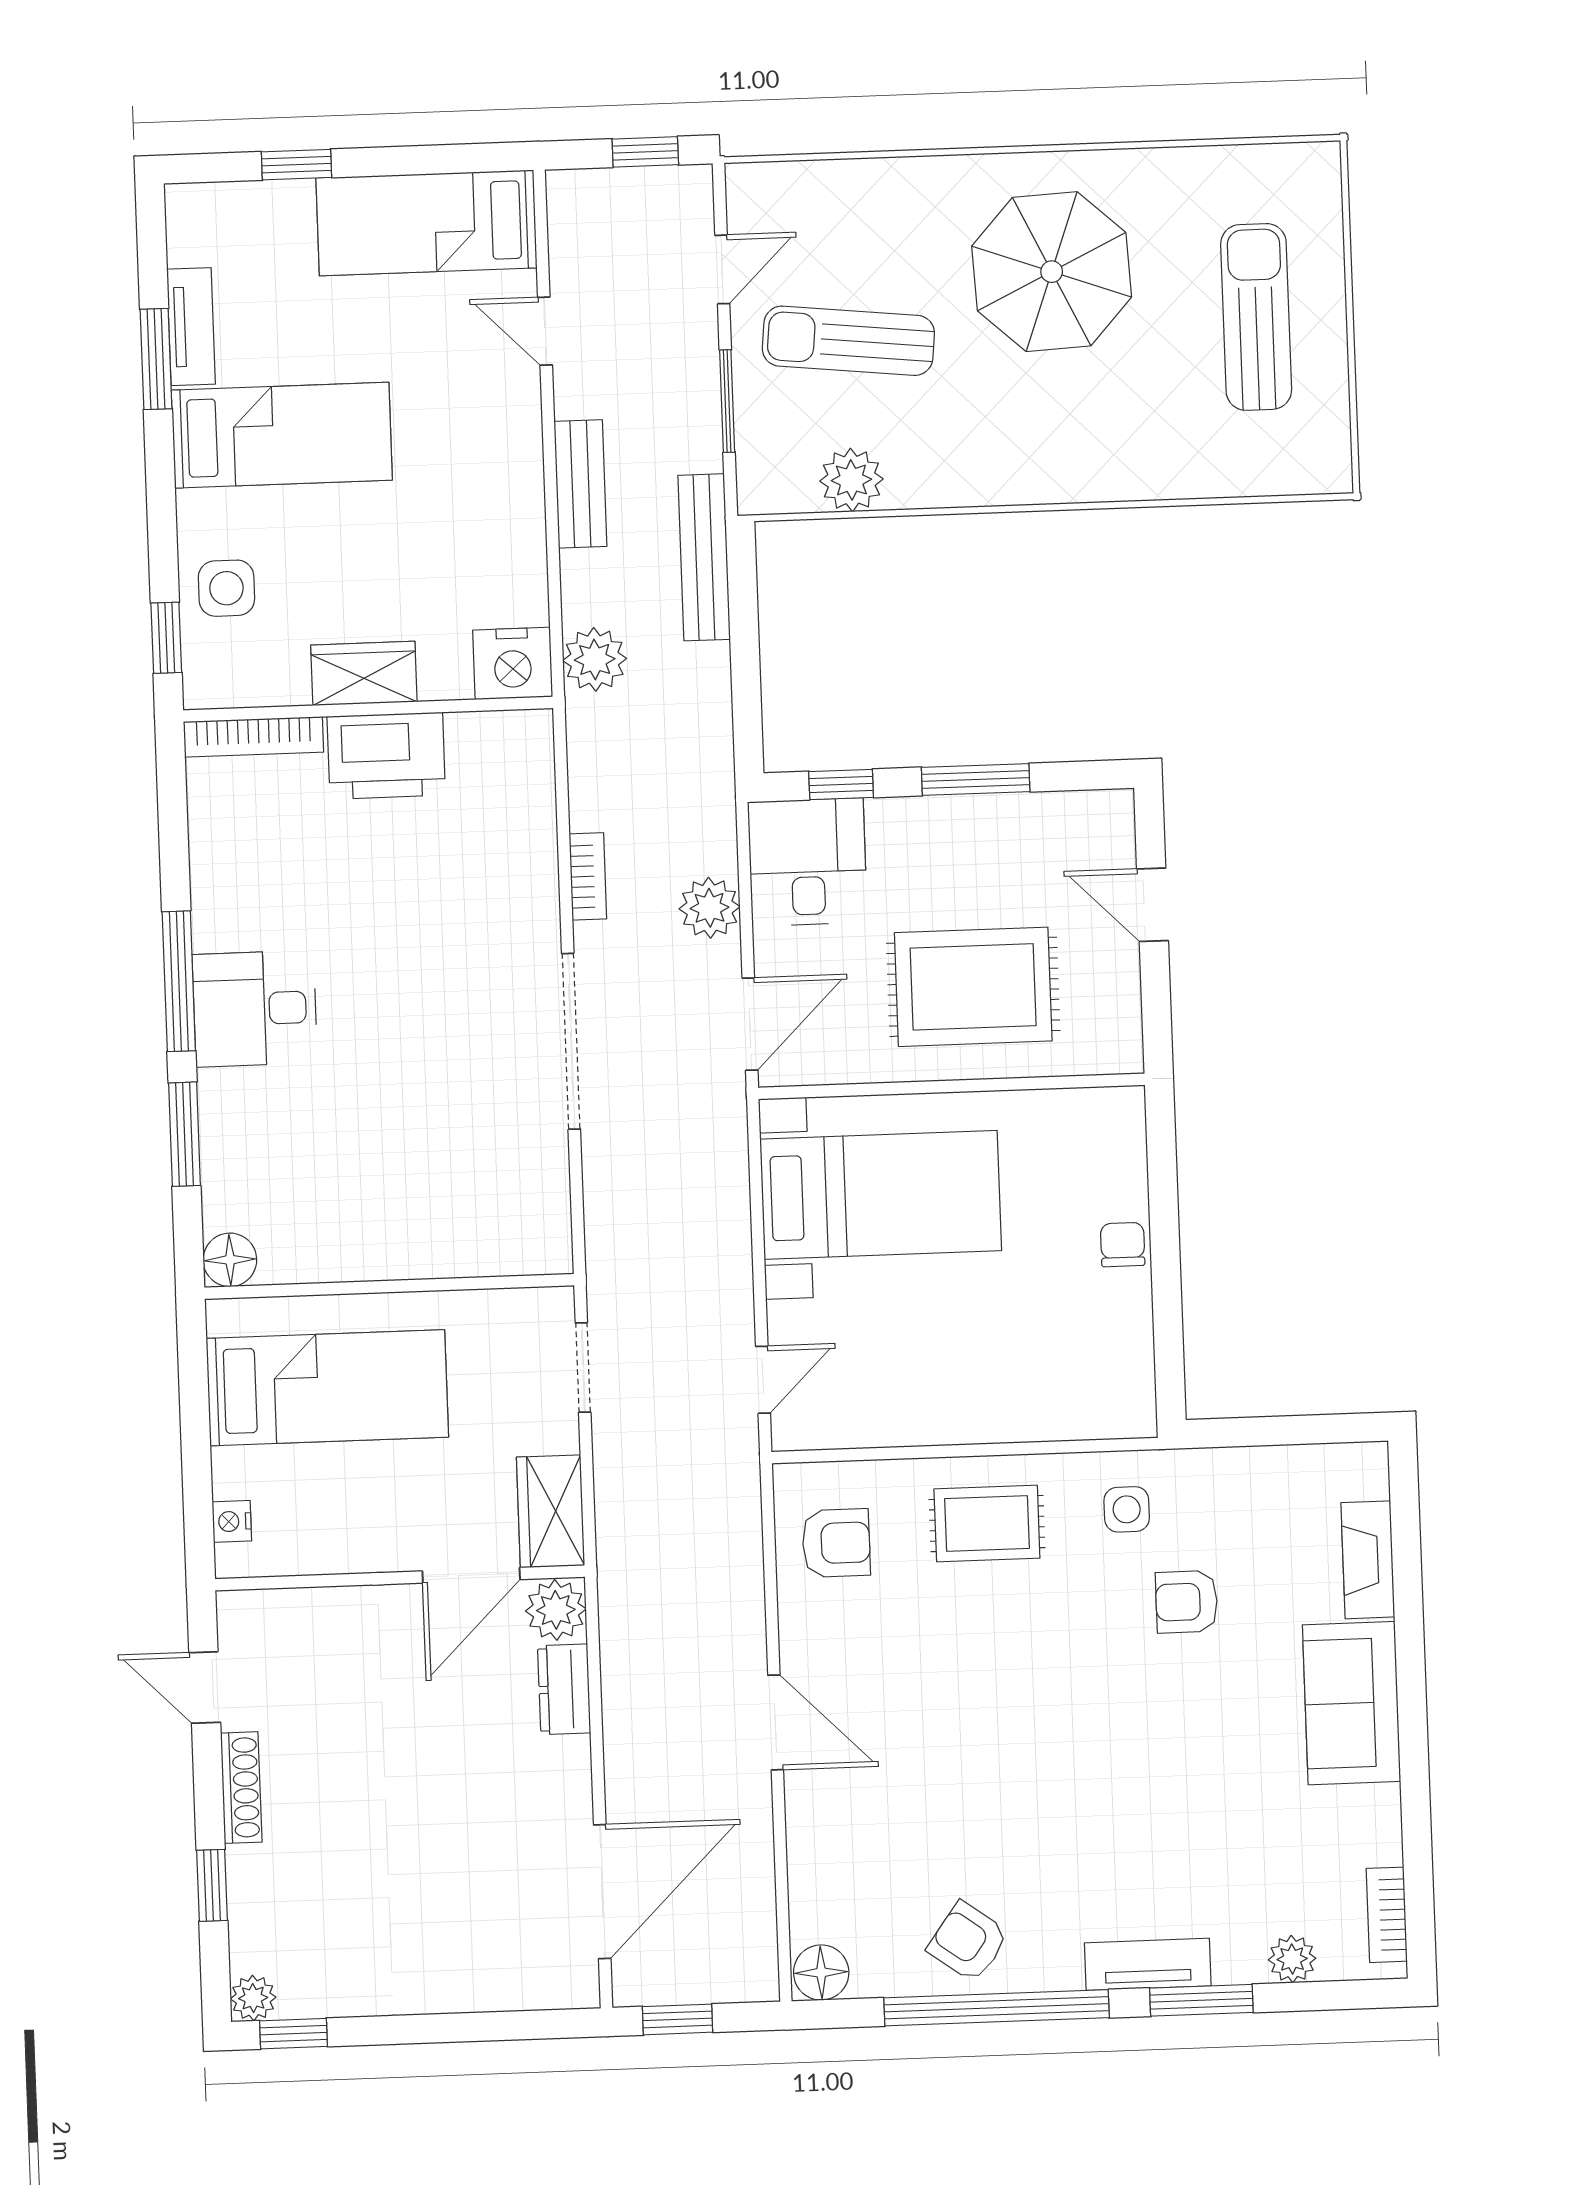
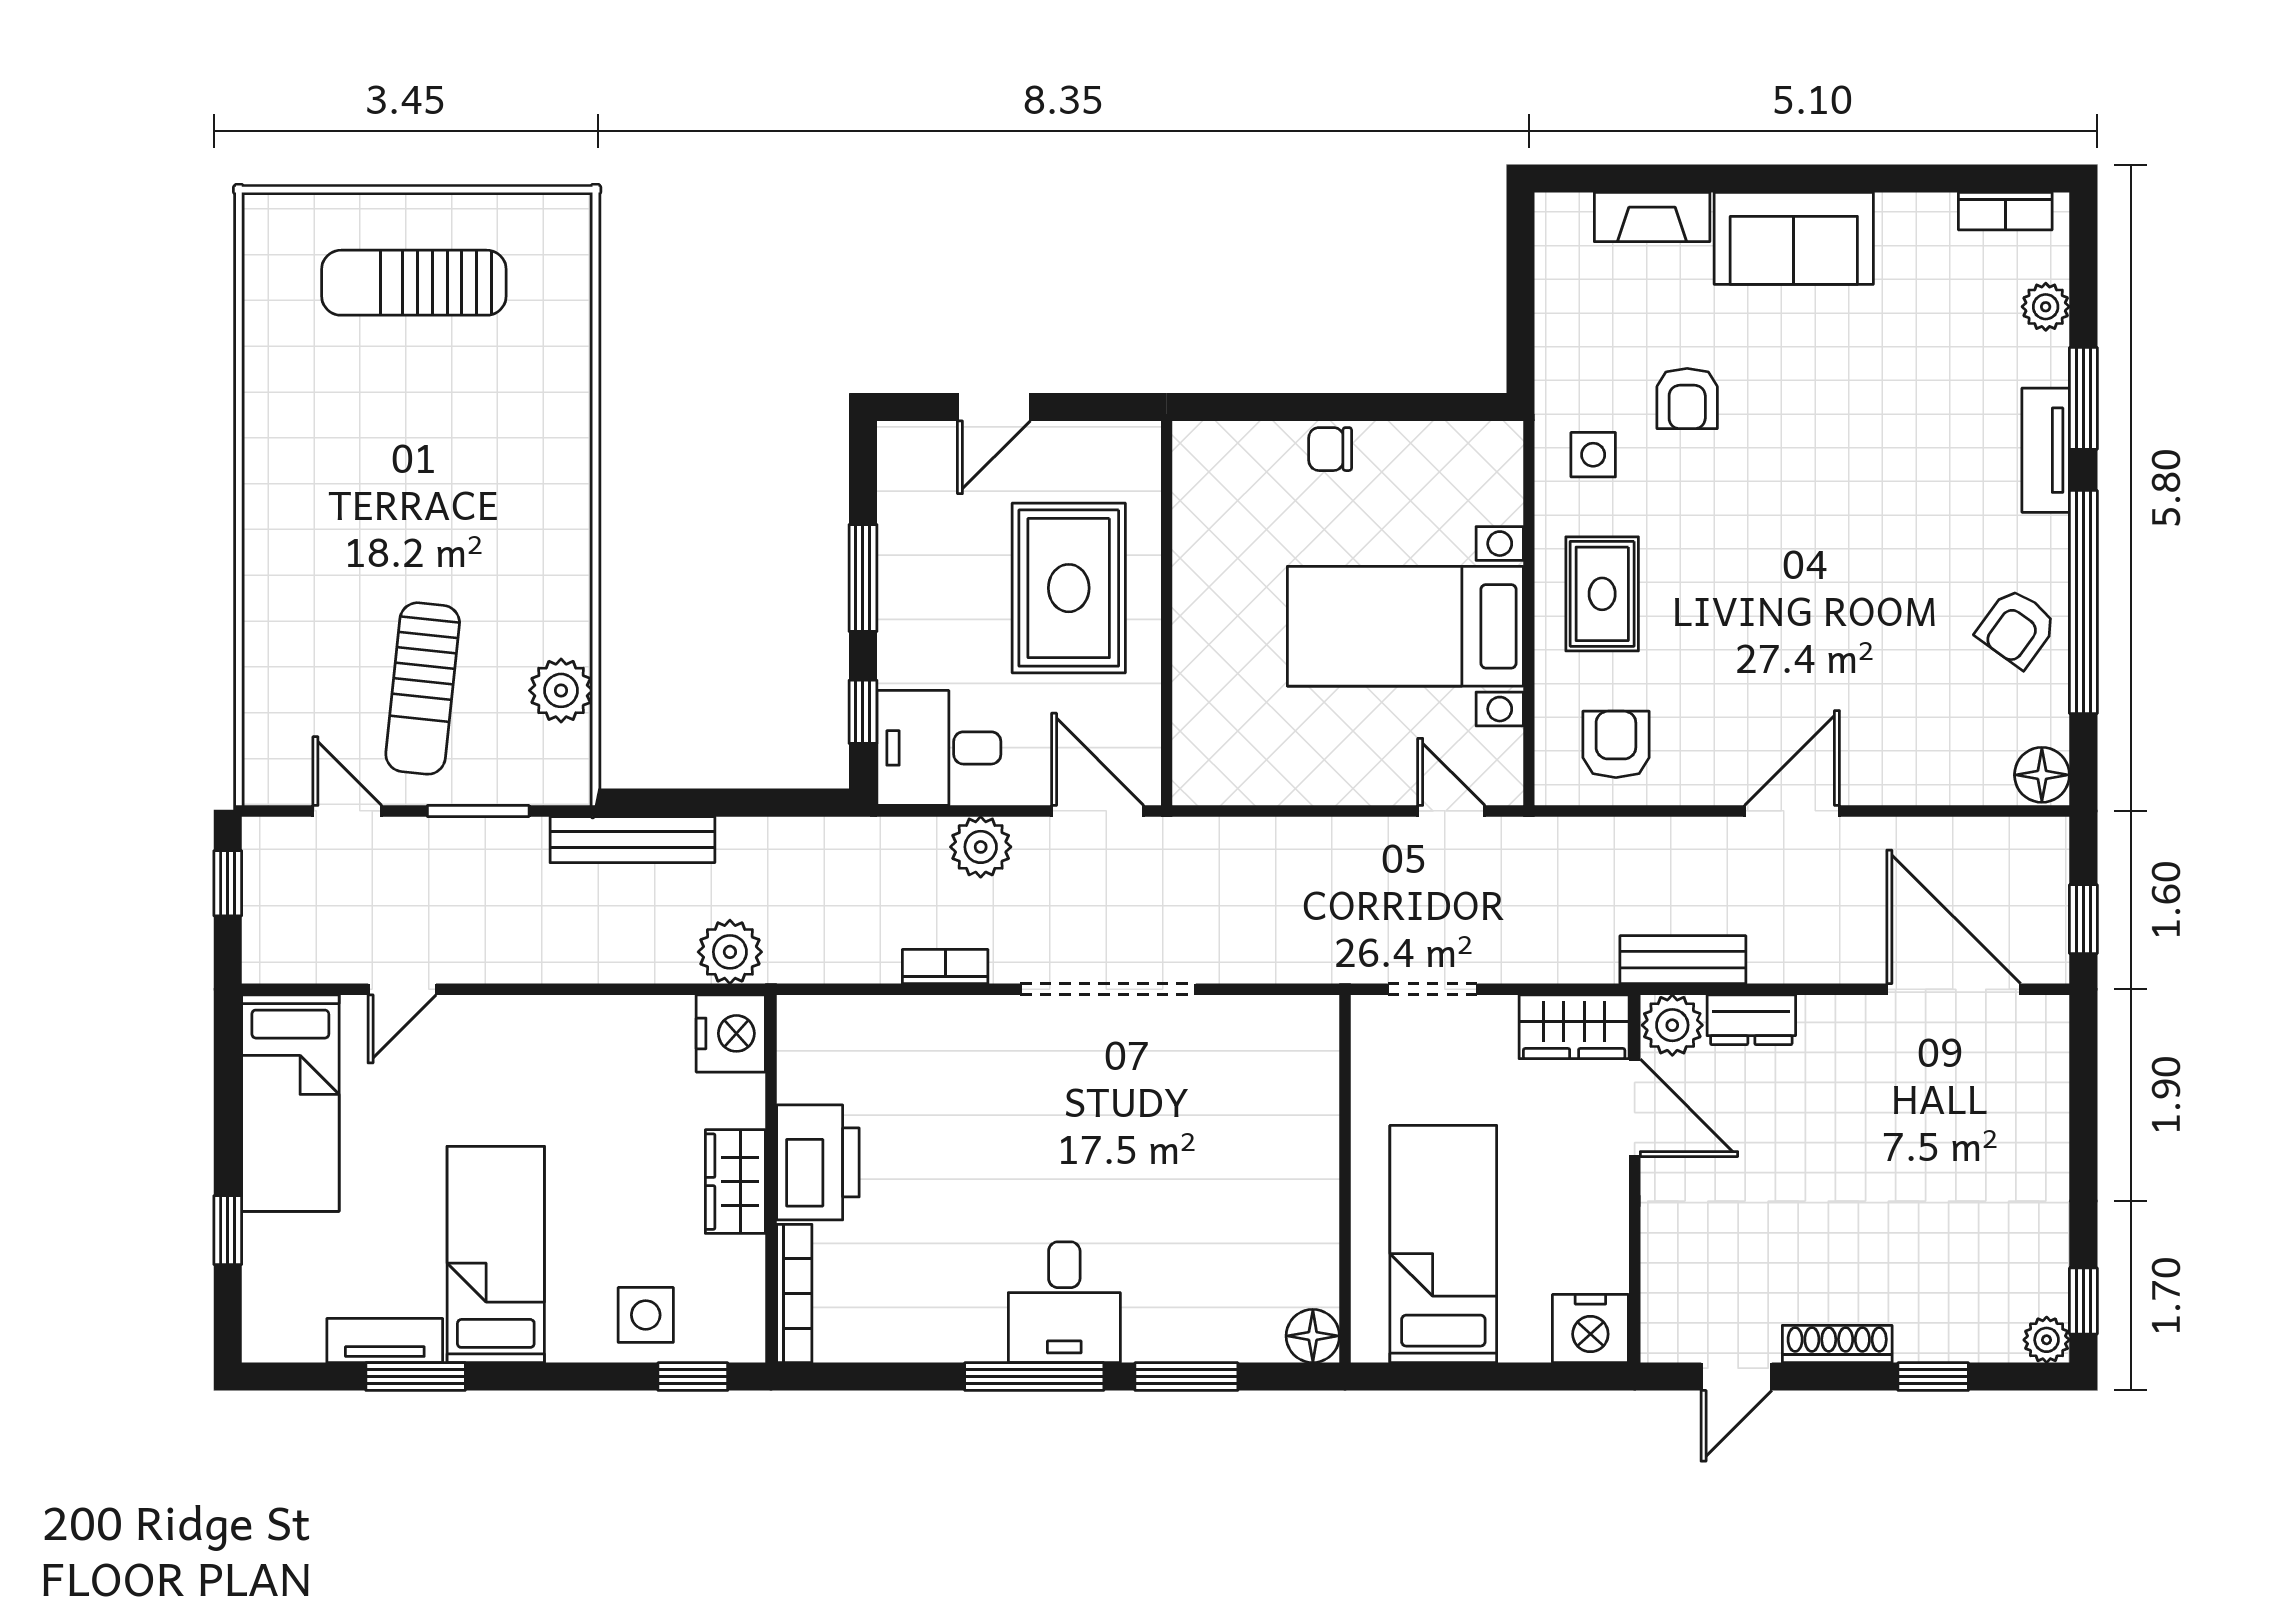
parasol: (1052, 272) -> (362, 484), removed
bench: (580, 484) -> (1683, 960), moved
bed with nightstands: (881, 1195) -> (1405, 626), moved, turned -90
nightstand: (232, 1521) -> (1590, 1329), width x1.89, depth x1.79

